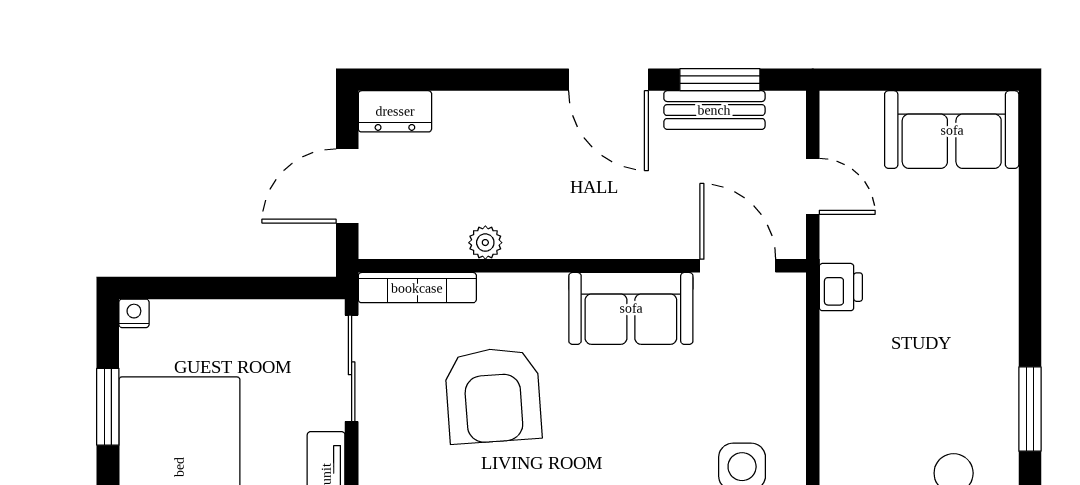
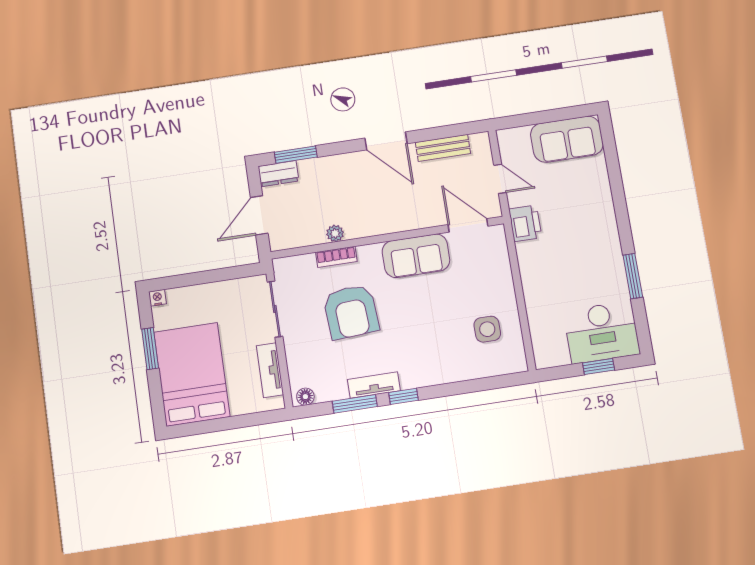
window: (720, 80) -> (296, 155), moved
printer: (841, 287) -> (525, 223), width x1.36, depth x1.24
bookcase: (417, 288) -> (336, 257), moved, width x0.64

